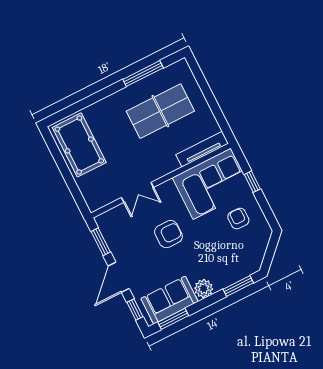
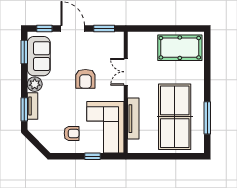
table tennis table: (160, 111) -> (175, 117), width x1.36, depth x1.32
tv unit: (202, 149) -> (133, 119), moved
tv unit: (230, 279) -> (32, 106), added

